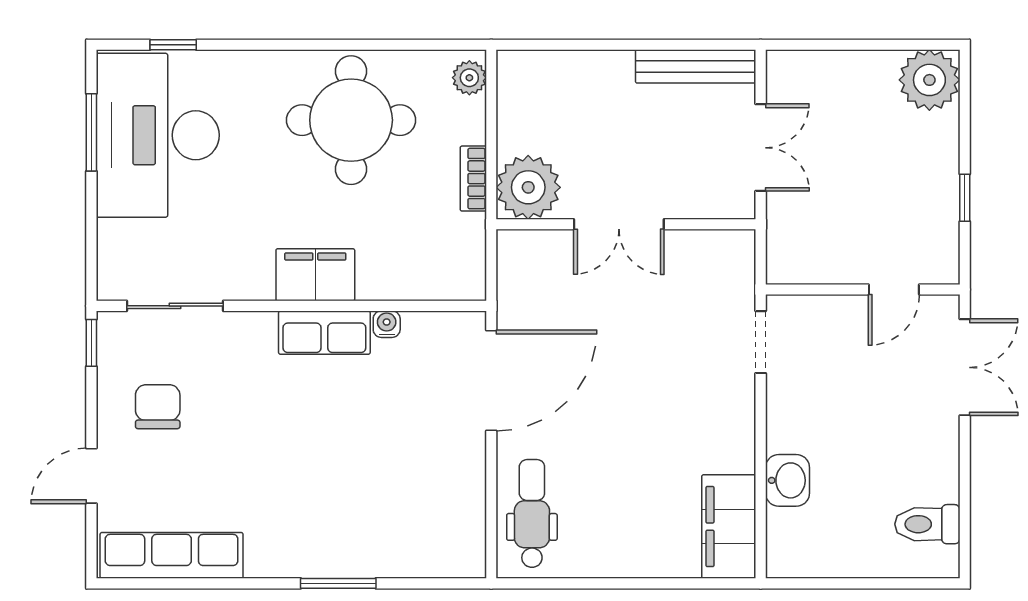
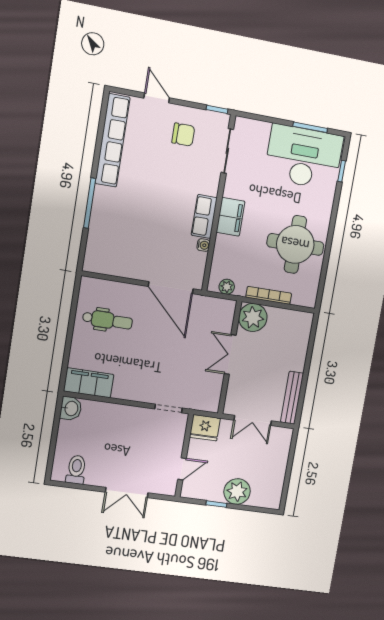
plant: (469, 78) -> (227, 287), moved
plant: (929, 80) -> (237, 492), moved
bookcase: (473, 179) -> (269, 295), width x1.56
fridge: (793, 253) -> (205, 428), added
door: (894, 290) -> (182, 469), swing flipped
double door: (965, 367) -> (127, 493), moved
washbasin: (787, 480) -> (71, 408), moved, turned -90
dental chair: (532, 513) -> (107, 320), moved
row of seats: (172, 555) -> (112, 140), width x1.36
window: (338, 583) -> (90, 203), width x1.44

